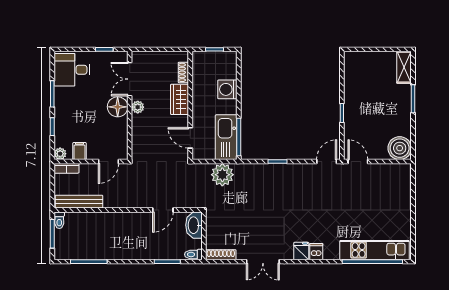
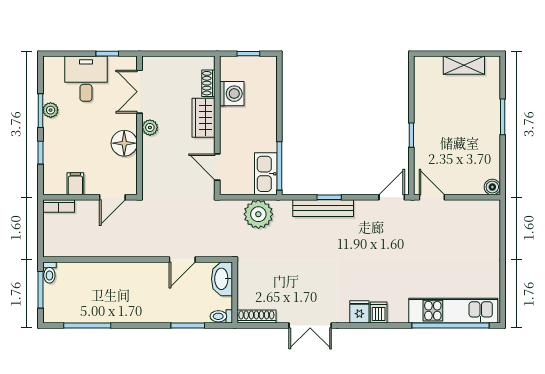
shelving: (404, 67) -> (464, 65), moved, turned 90
desk: (72, 70) -> (86, 79), moved, turned 90
washing machine: (227, 89) -> (232, 94), moved, turned 180
floor lamp: (118, 107) -> (124, 143), moved
kitchen sink: (226, 137) -> (266, 174), width x0.73, depth x0.81
boiler: (400, 148) -> (492, 187), width x0.54, depth x0.54
plant: (60, 154) -> (51, 110), moved
bench: (79, 202) -> (323, 208), moved

